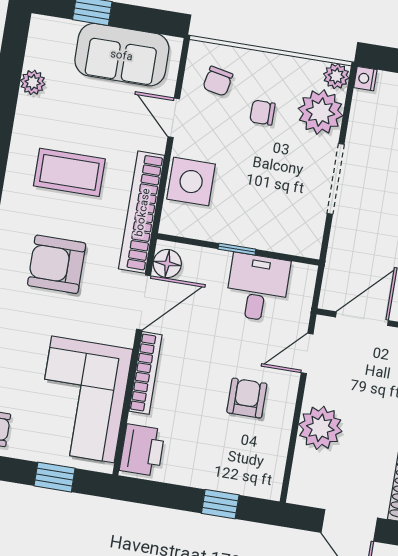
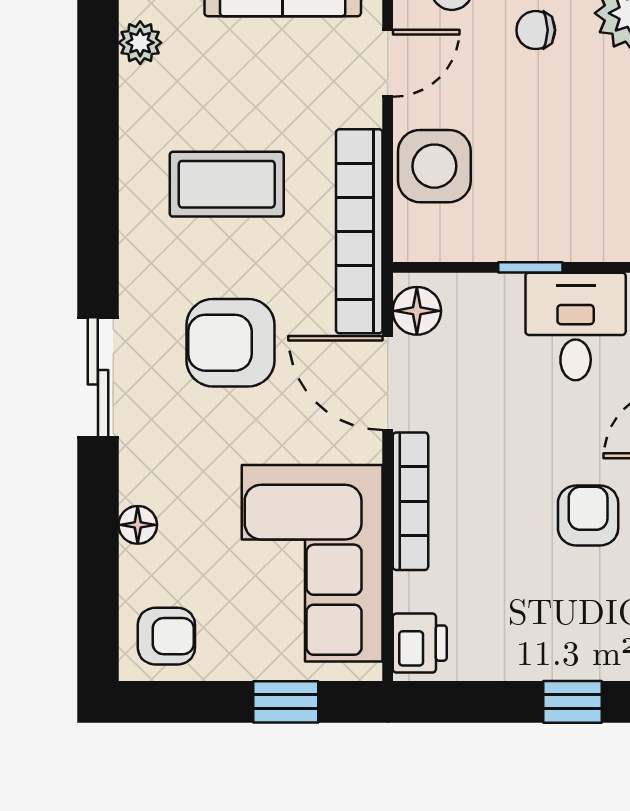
door: (174, 118) -> (388, 63), swing flipped
door: (144, 302) -> (388, 383), swing flipped
printer: (142, 450) -> (420, 643), width x0.73, depth x0.81

